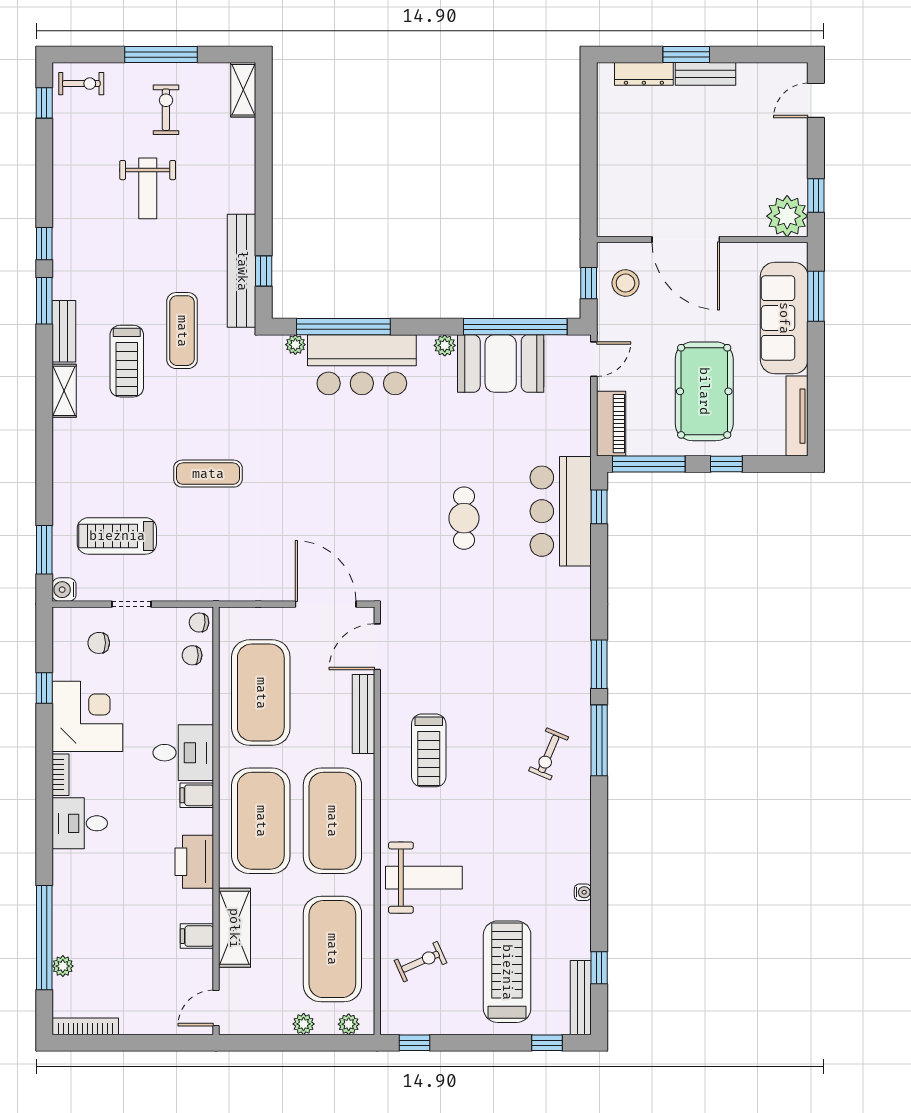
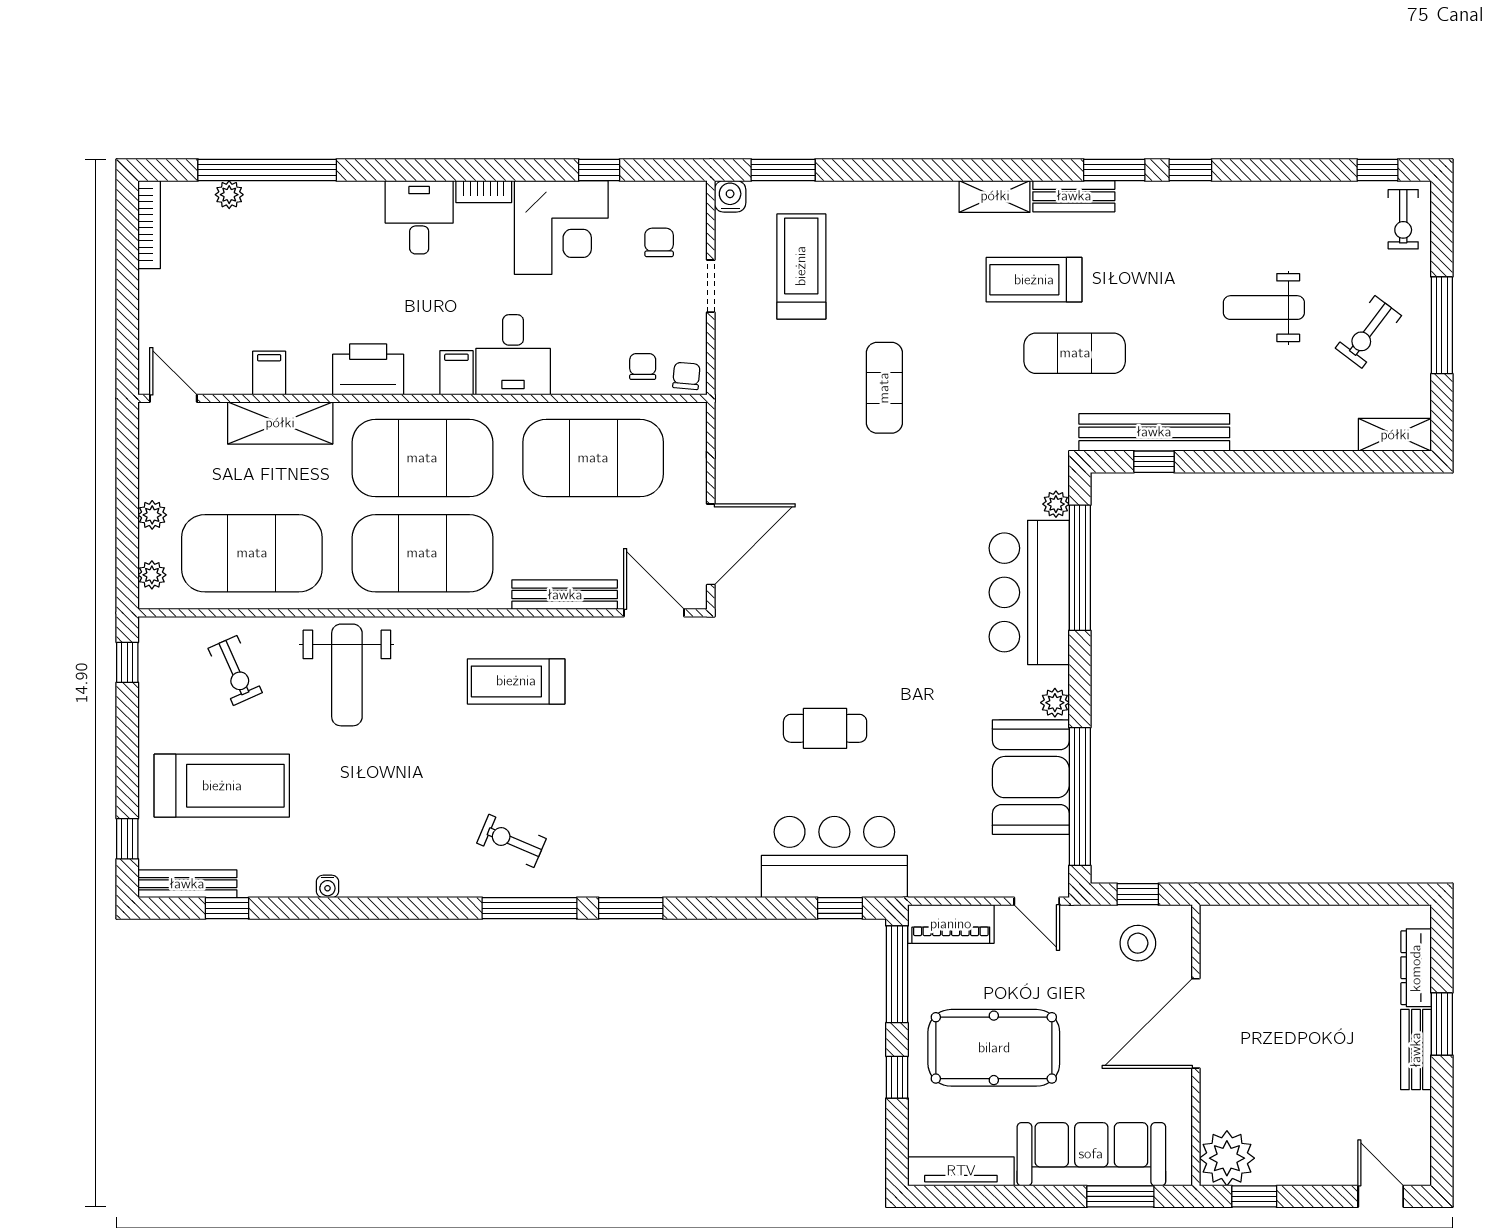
exercise bike: (166, 110) -> (1368, 332), turned 127

